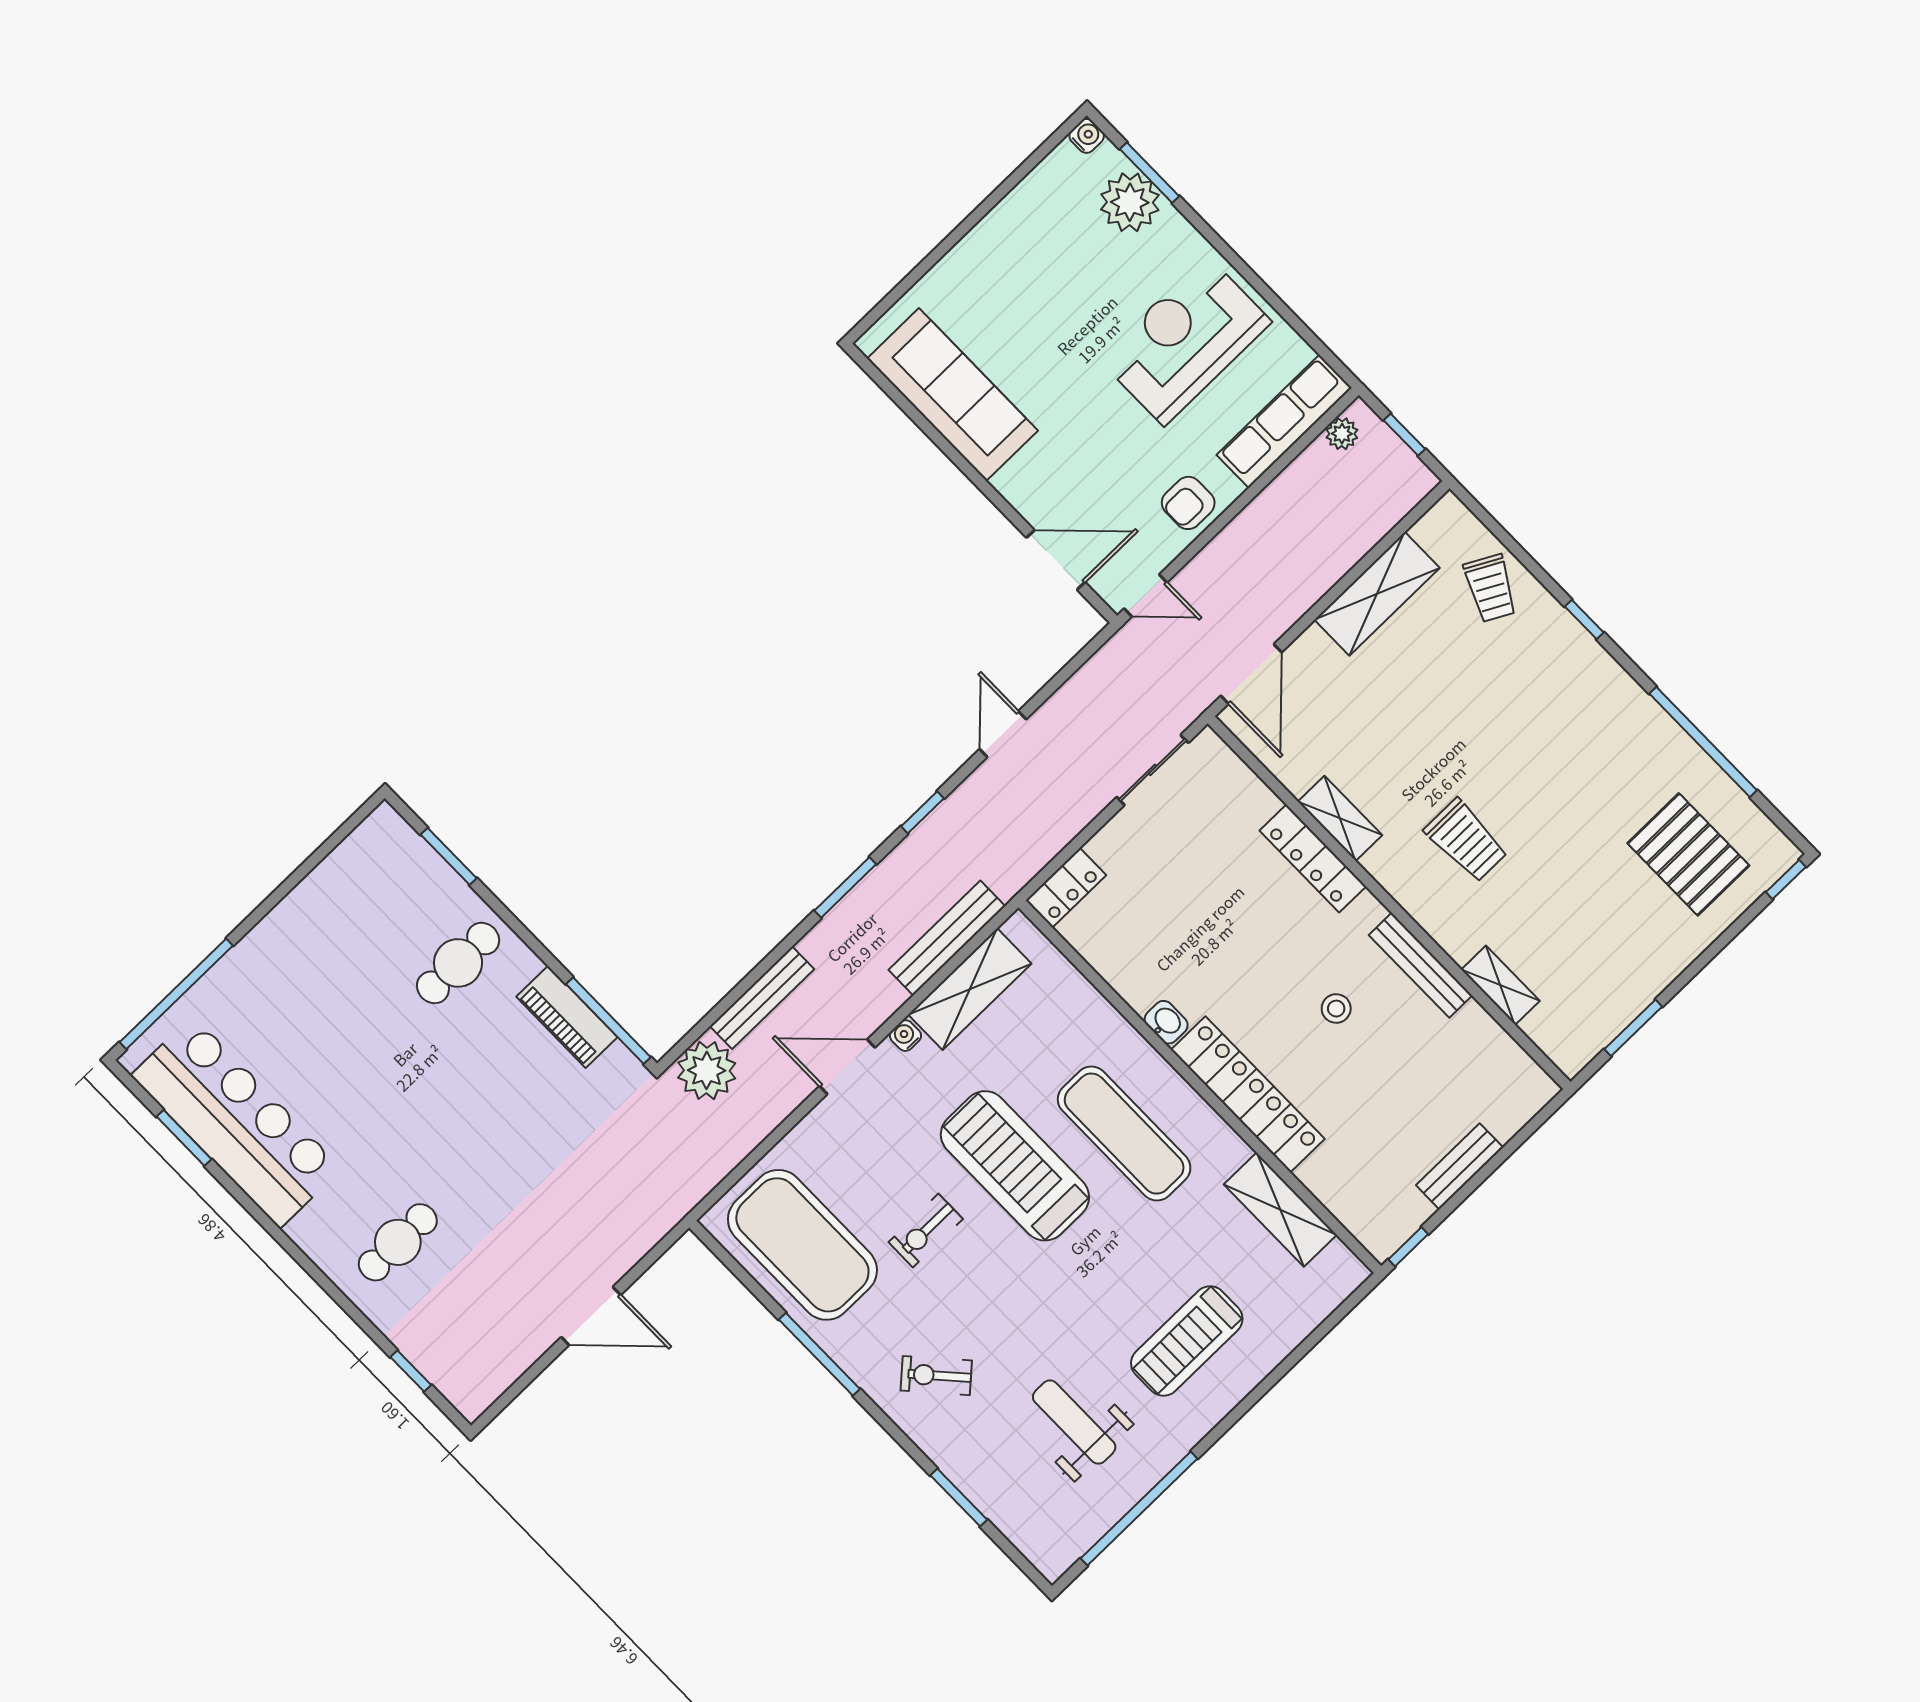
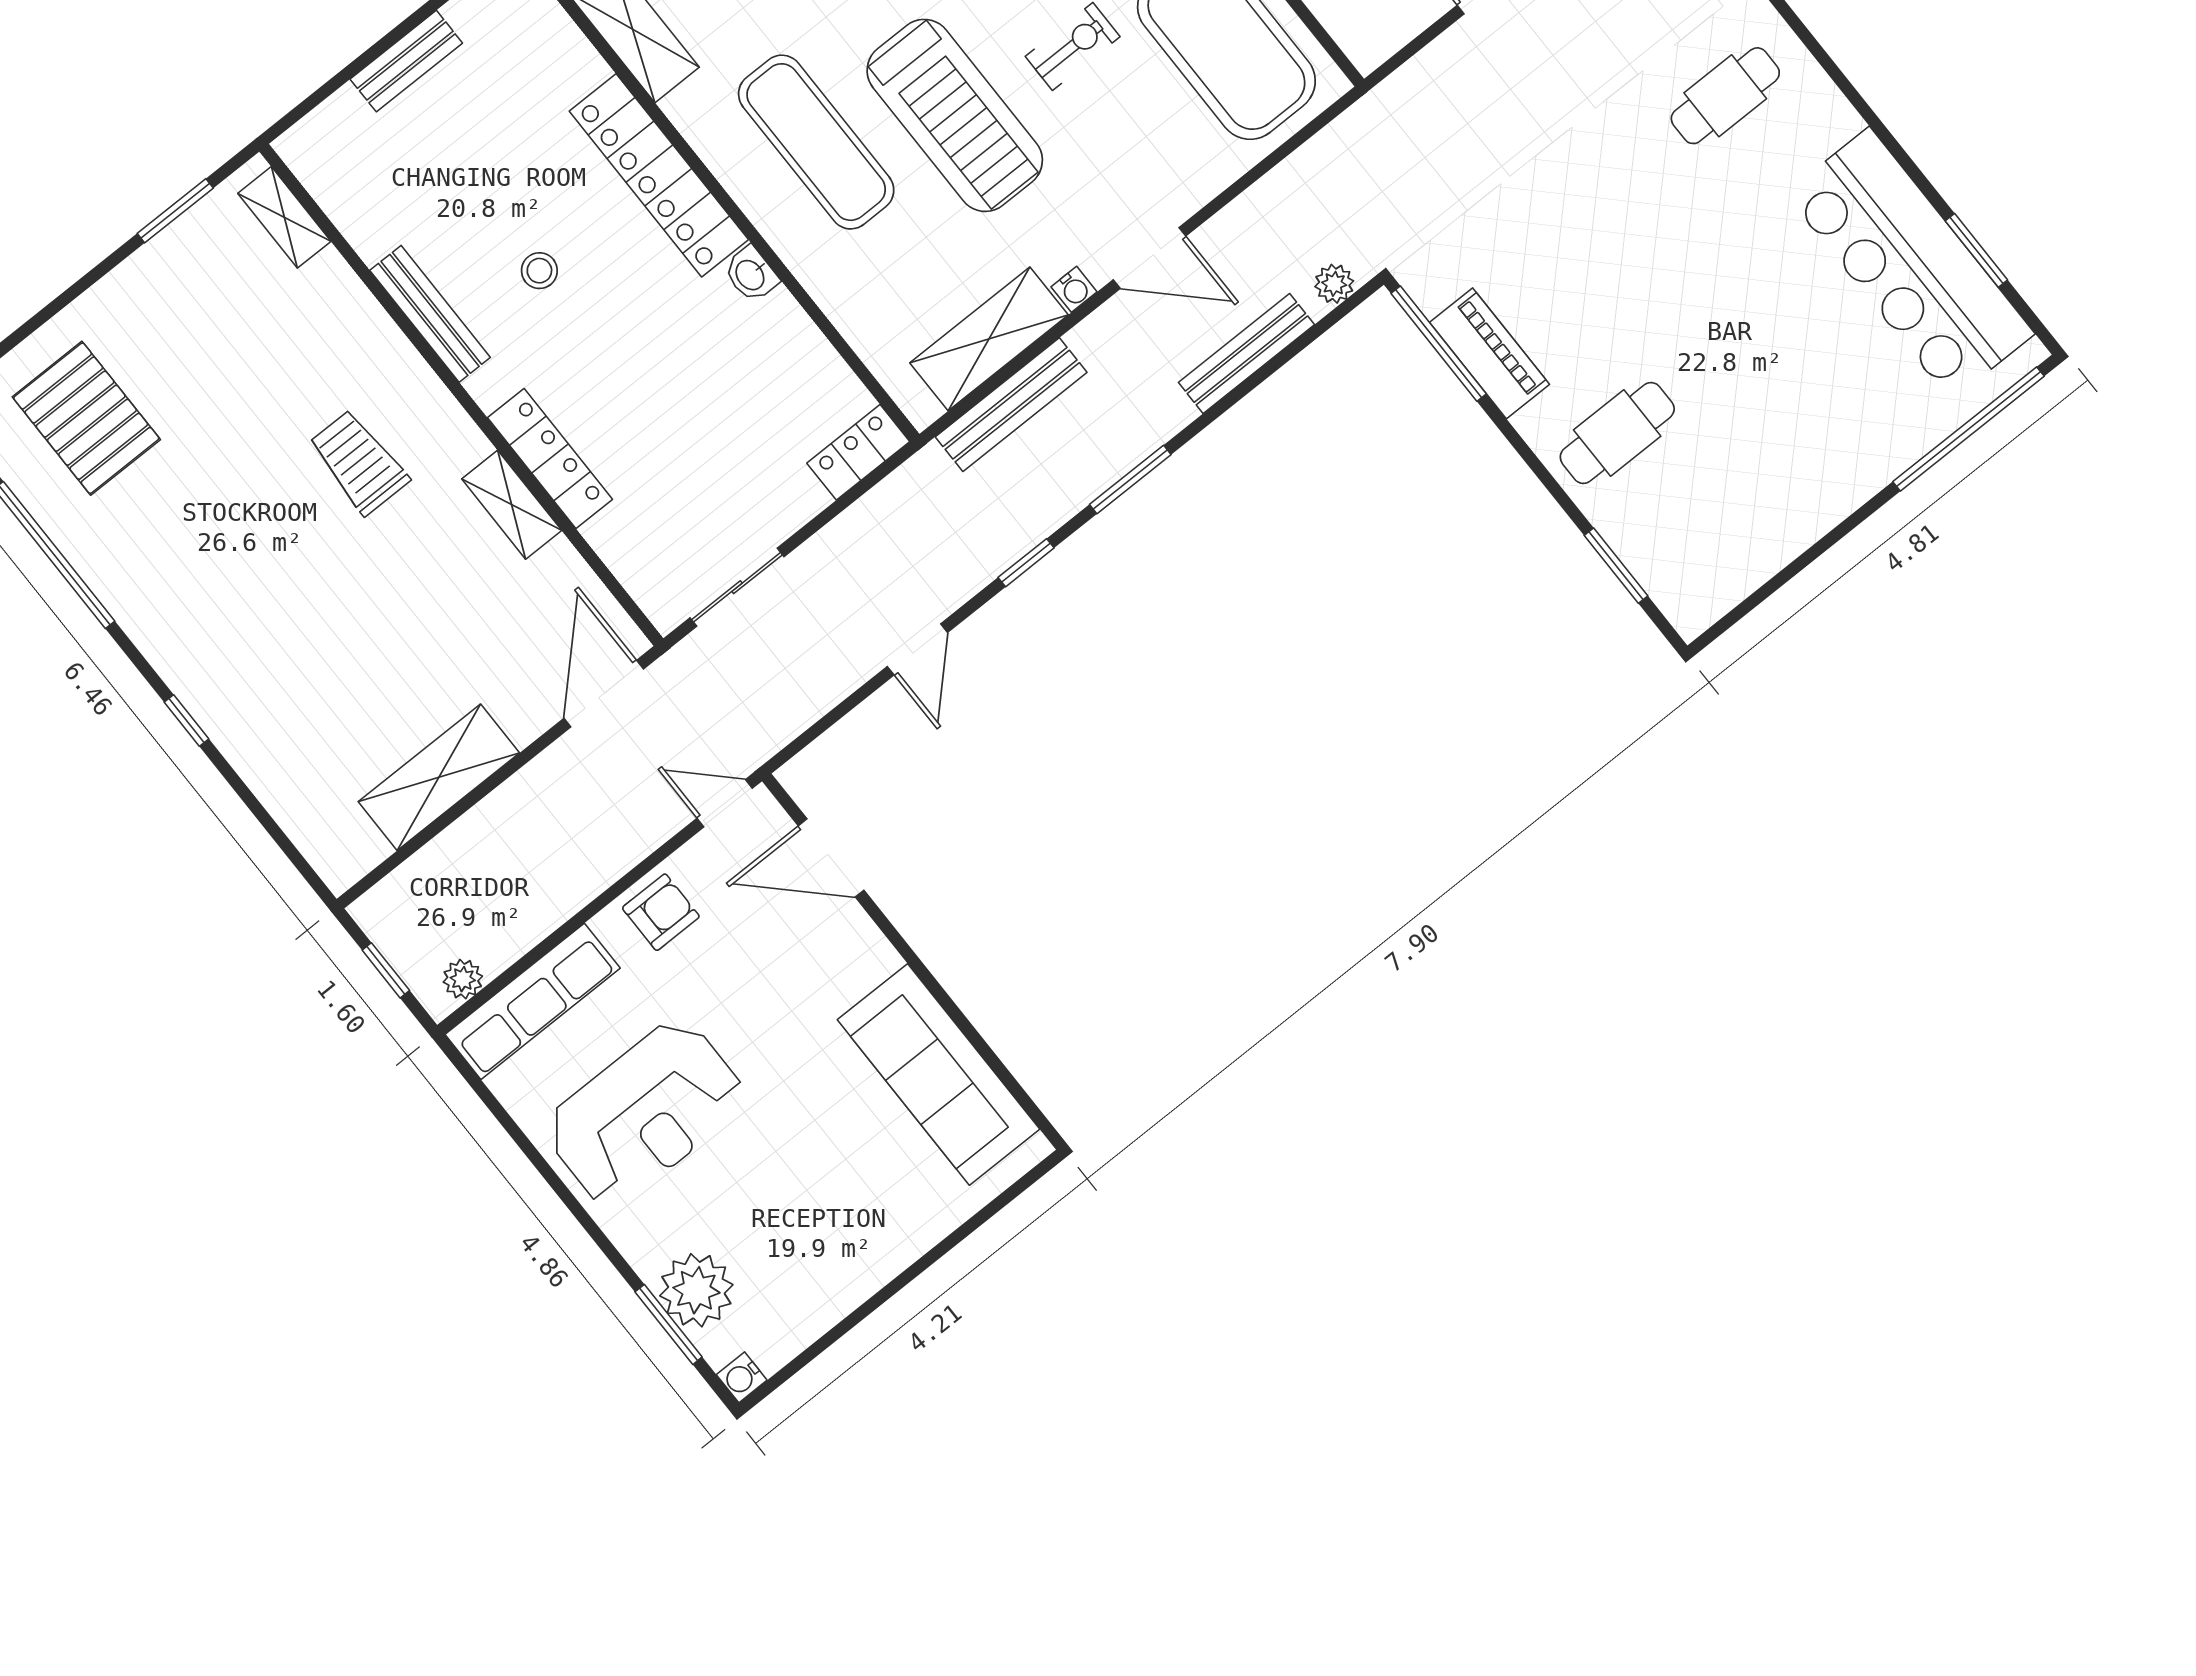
trolley: (1490, 588) -> (298, 771), removed
shelving: (1500, 985) -> (284, 217), moved
plant: (707, 1070) -> (1334, 284), width x0.53, depth x0.53

